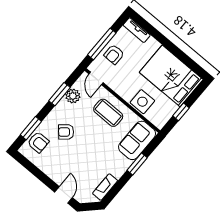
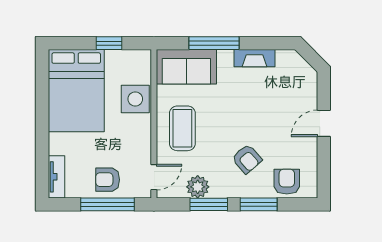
armchair: (114, 54) -> (108, 180), turned 180
window: (31, 128) -> (259, 204), moved
window: (137, 164) -> (214, 43), width x1.44
fireplace: (105, 187) -> (254, 58), moved
door: (64, 195) -> (324, 123), moved

